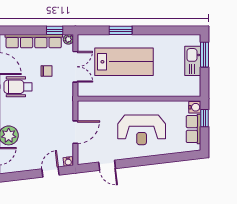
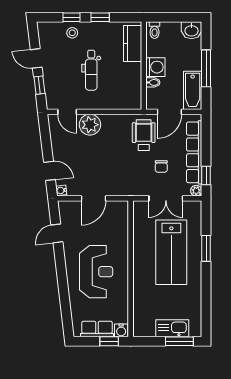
reception desk: (142, 130) -> (96, 272), turned 180
door: (75, 132) -> (94, 198), hinge flipped

